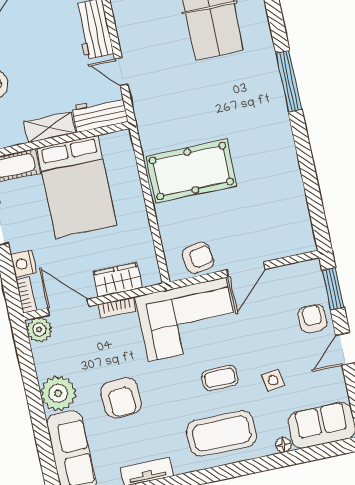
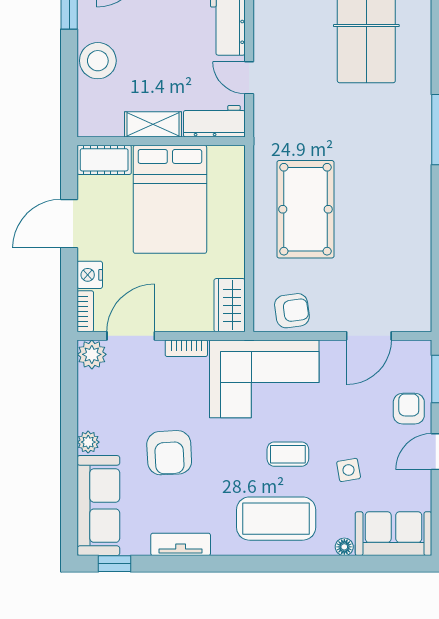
pool table: (191, 171) -> (305, 209), turned 90
door: (246, 269) -> (369, 336), moved
wardrobe: (118, 280) -> (230, 305), moved, turned -90
door: (68, 307) -> (131, 336), hinge flipped
plant: (58, 393) -> (88, 442), width x0.53, depth x0.53

